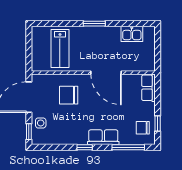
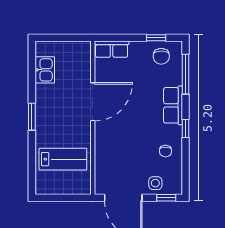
chair: (69, 95) -> (166, 151), moved, width x0.54, depth x0.54

